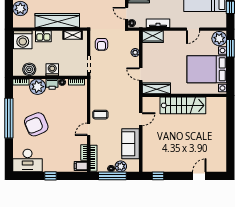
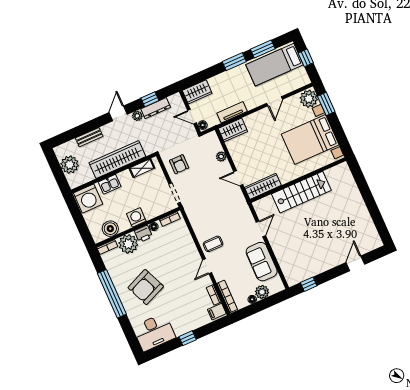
window: (112, 176) -> (257, 307), removed

